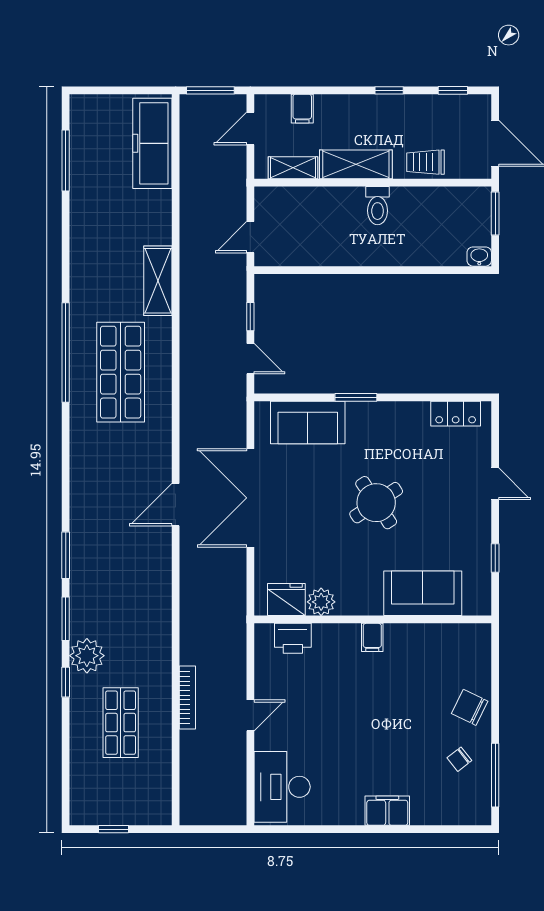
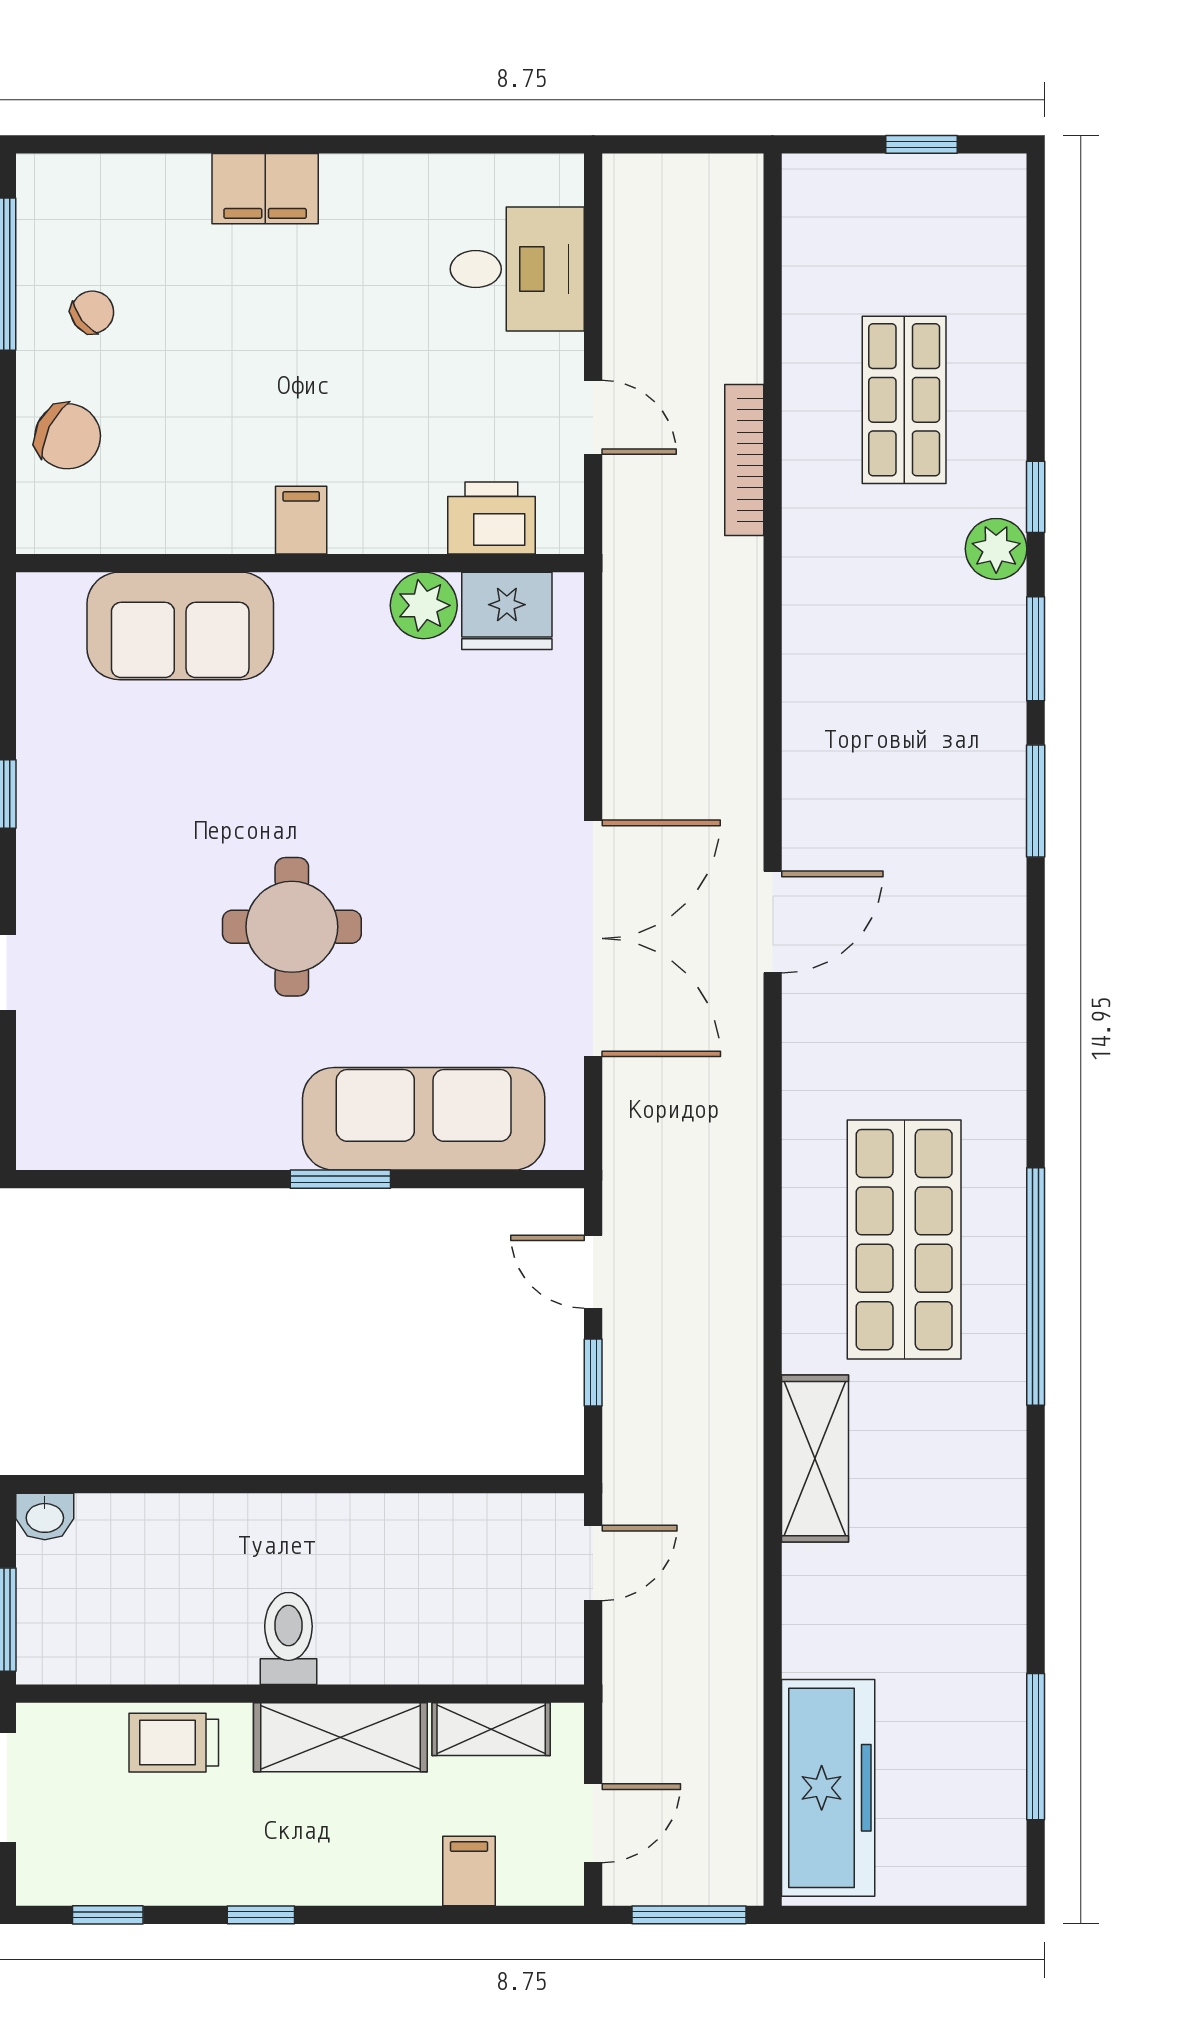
trolley: (425, 162) -> (174, 1743), turned 180
locker: (456, 414) -> (101, 1140), removed
sofa: (308, 423) -> (424, 1119), width x1.36
round table: (376, 503) -> (292, 927), turned 34
sofa: (423, 593) -> (180, 626), moved
fridge: (286, 600) -> (507, 611), moved
plant: (321, 602) -> (424, 605), moved
wall: (373, 619) -> (300, 563), moved
filing cabinet: (372, 637) -> (301, 520), moved
printer: (293, 638) -> (491, 518), moved
plant: (87, 656) -> (996, 549), width x0.73, depth x0.73
door: (250, 715) -> (593, 417), swing flipped
desk: (282, 787) -> (517, 269), width x0.73

